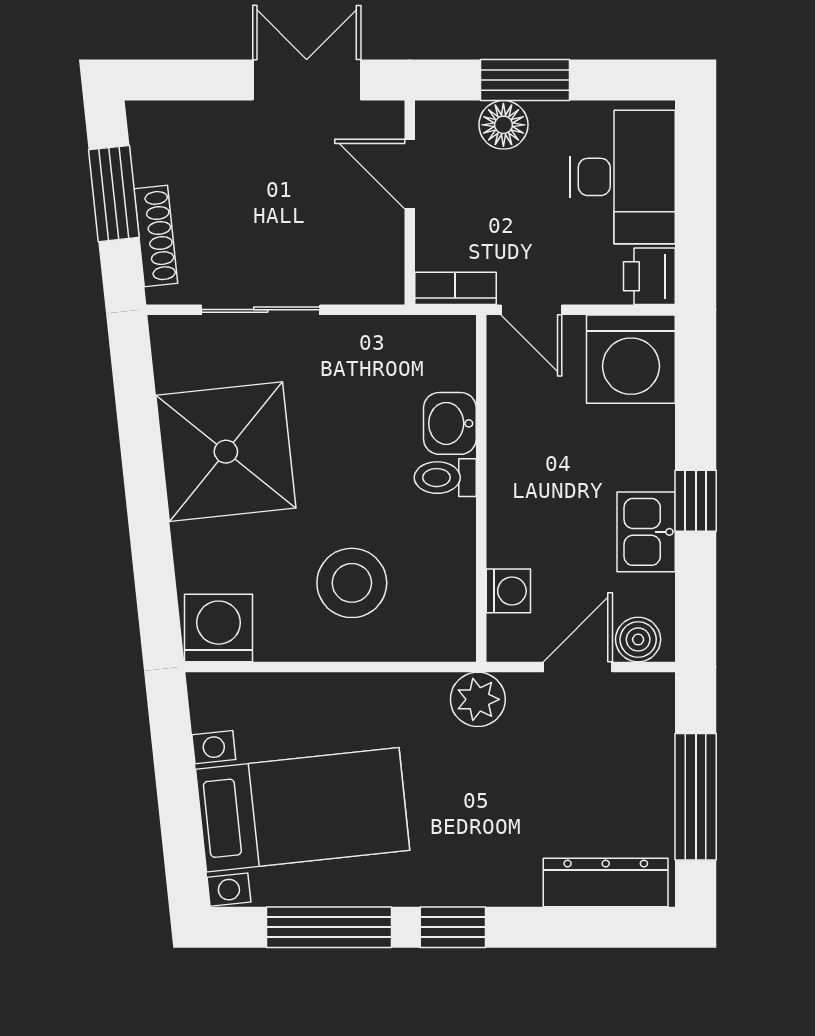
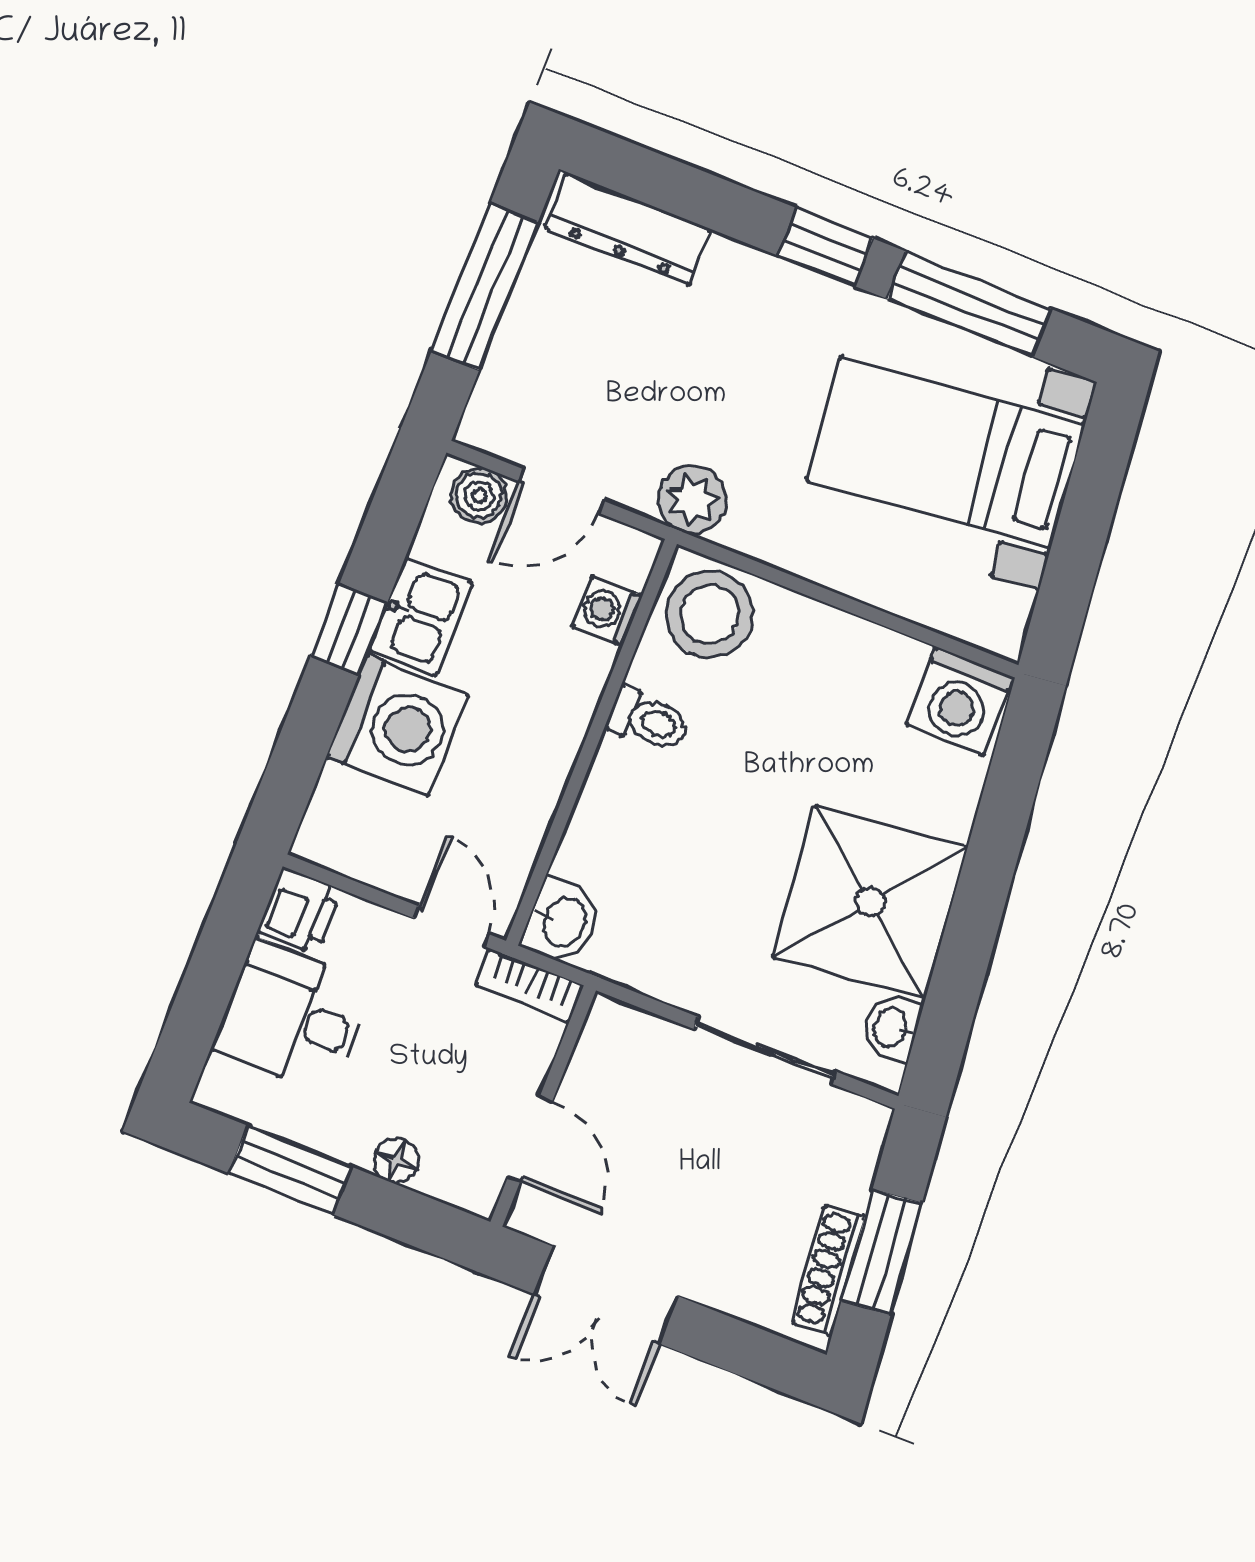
window: (525, 80) -> (290, 1170), moved
floor lamp: (503, 125) -> (396, 1161), width x0.73, depth x0.73
desk: (623, 177) -> (293, 1017), width x0.73
shoe rack: (156, 236) -> (829, 1270), moved
washing machine: (631, 359) -> (398, 726), moved, turned 90
washbasin: (173, 364) -> (892, 1028), added
washbasin: (450, 423) -> (562, 922), moved
toilet: (445, 478) -> (648, 720), moved
stool: (352, 583) -> (709, 614), moved

